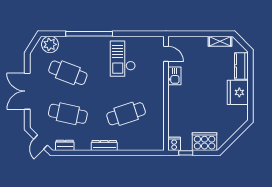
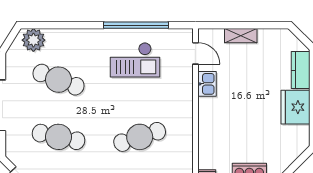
window: (89, 34) -> (136, 25), moved
shelving: (220, 41) -> (241, 36), moved
checkout: (123, 59) -> (135, 60), turned -90

